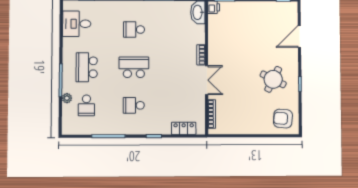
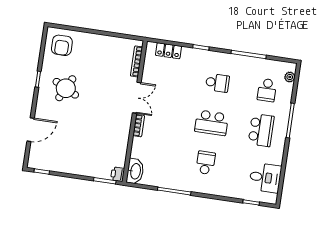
school desk: (134, 30) -> (206, 163), turned -90
double door: (207, 80) -> (137, 98), swing flipped
plant: (67, 98) -> (290, 77), moved
school desk: (86, 105) -> (267, 90), turned 180
armchair: (283, 119) -> (62, 45), turned 85

